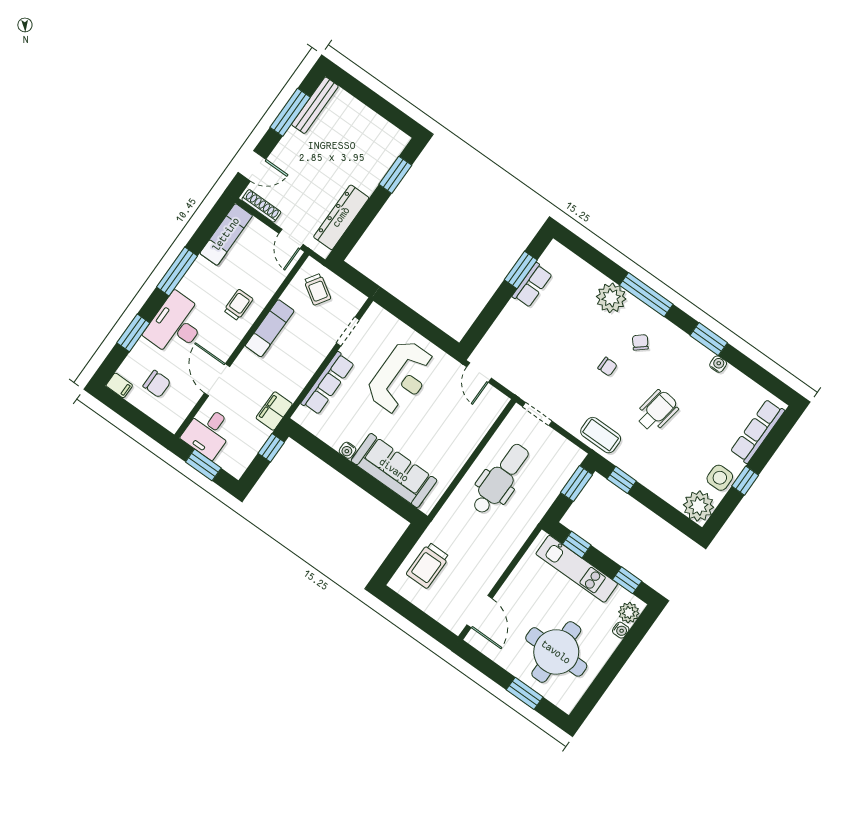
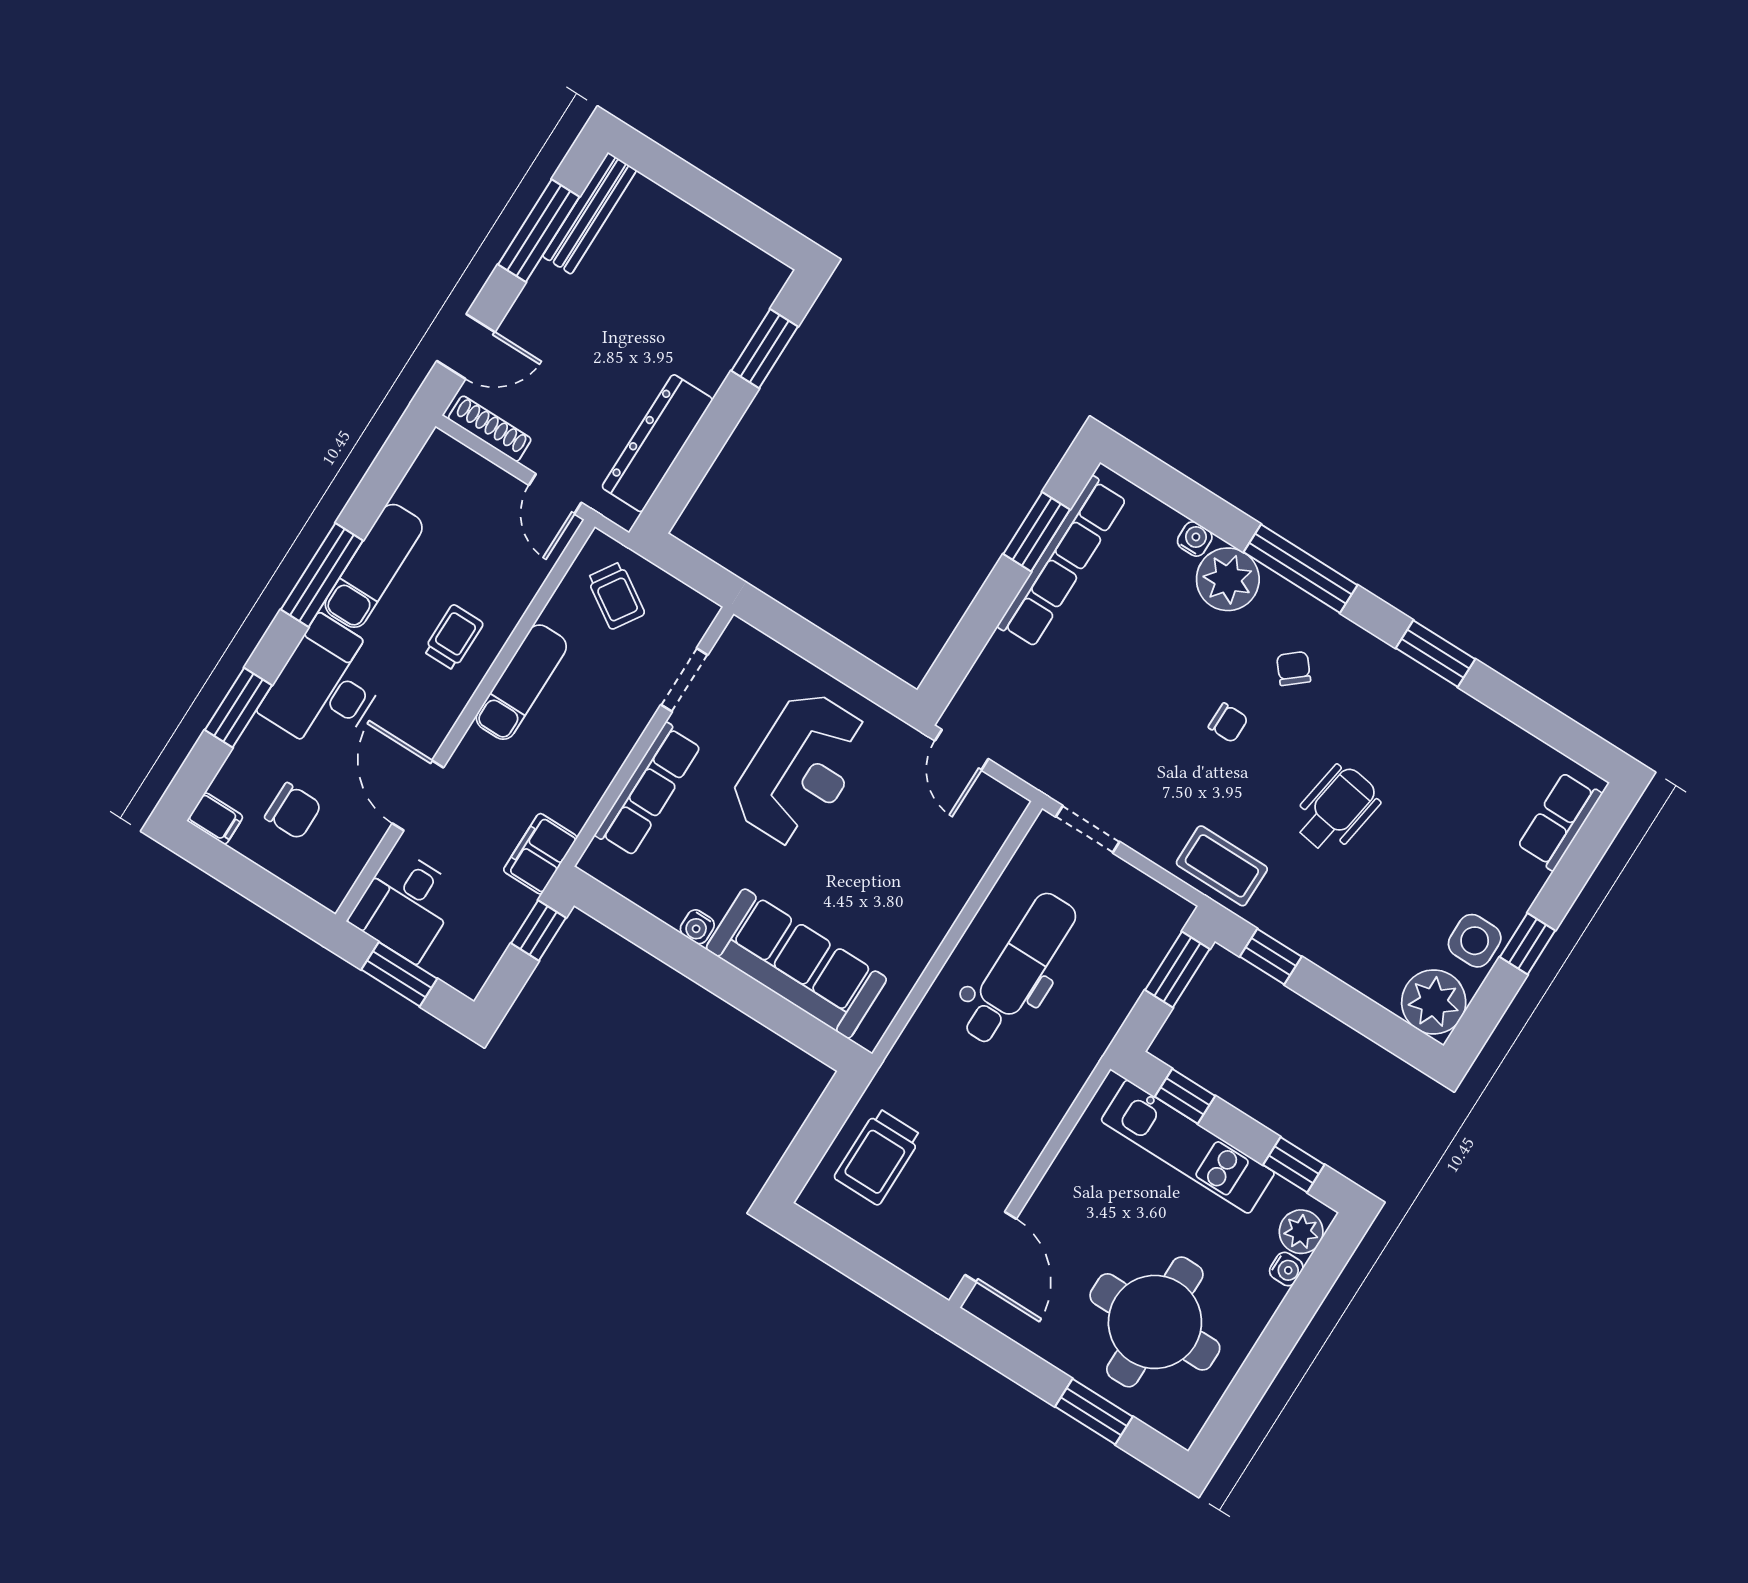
exam couch: (226, 234) -> (374, 566), moved
row of seats: (532, 285) -> (1062, 562), width x2.02
water cooler: (718, 364) -> (1195, 539), moved
row of seats: (757, 431) -> (1559, 821), width x0.68

